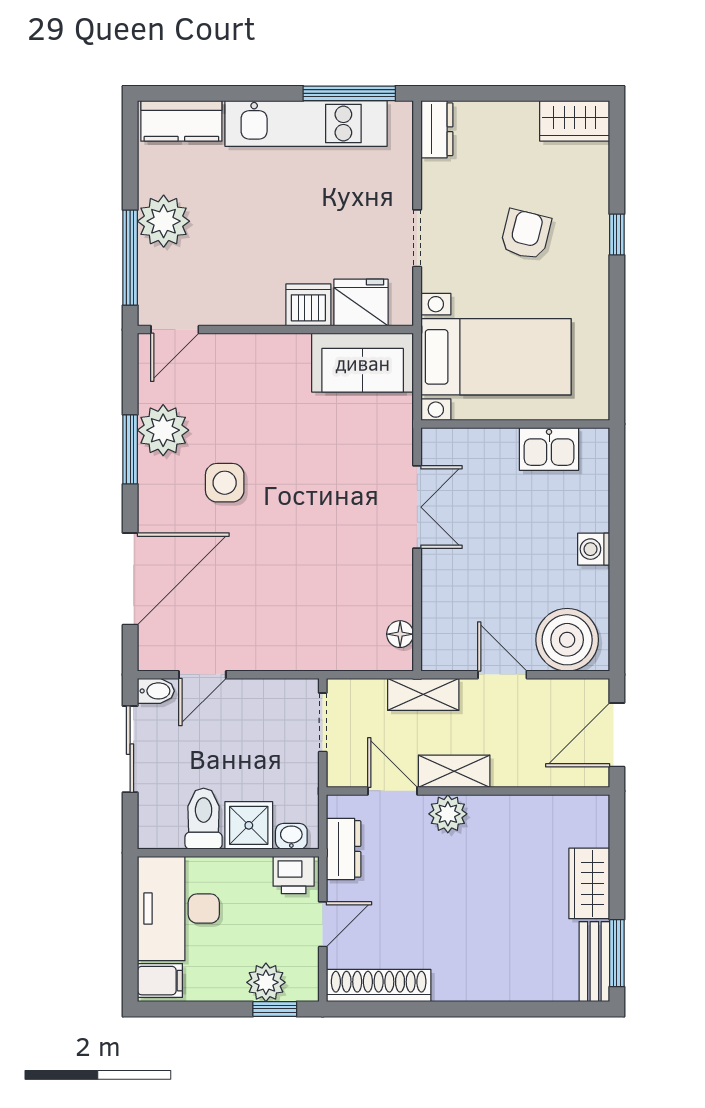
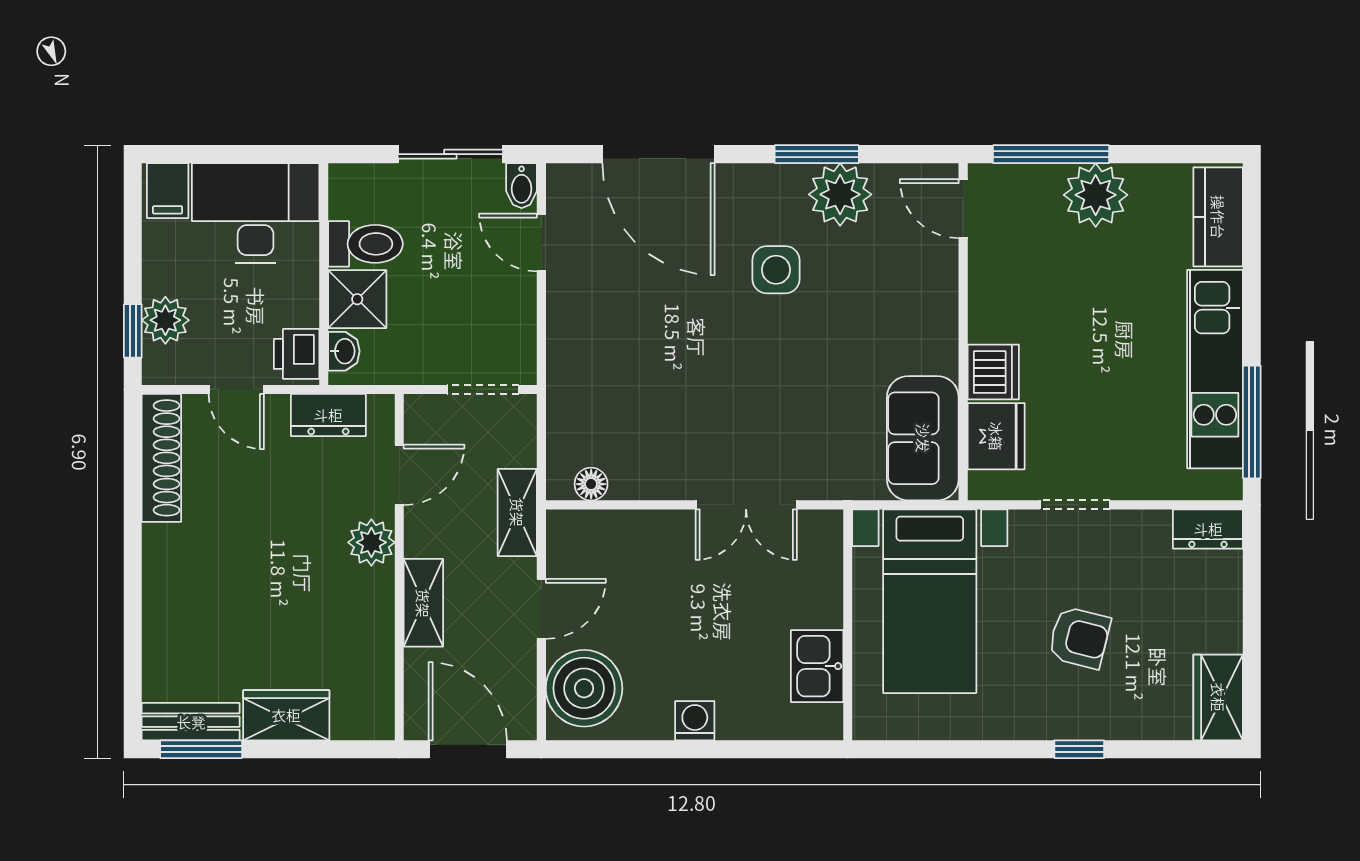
shelving: (454, 771) -> (423, 603), moved

